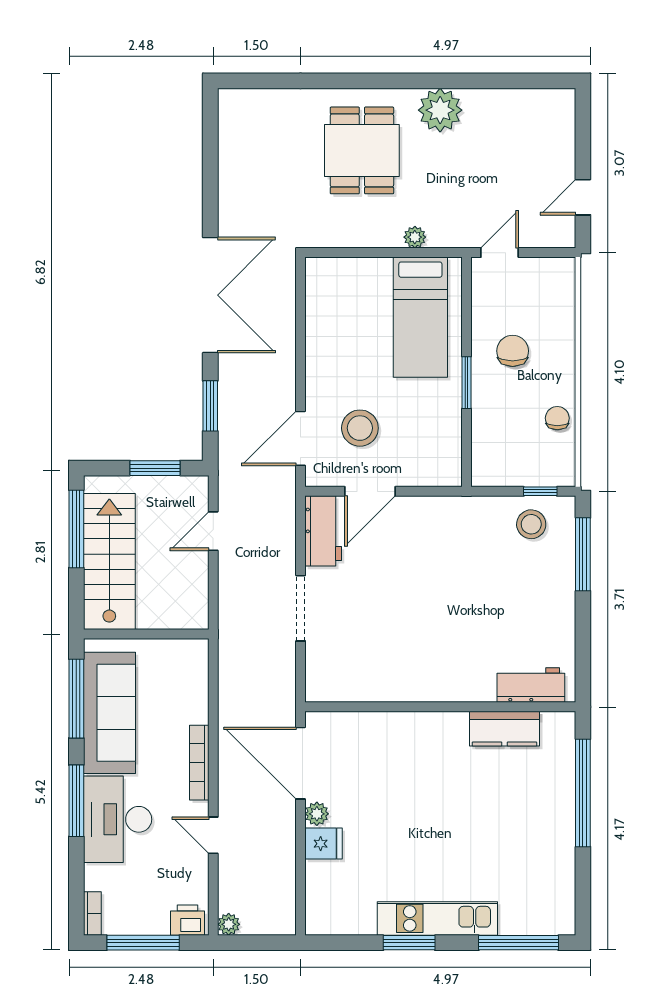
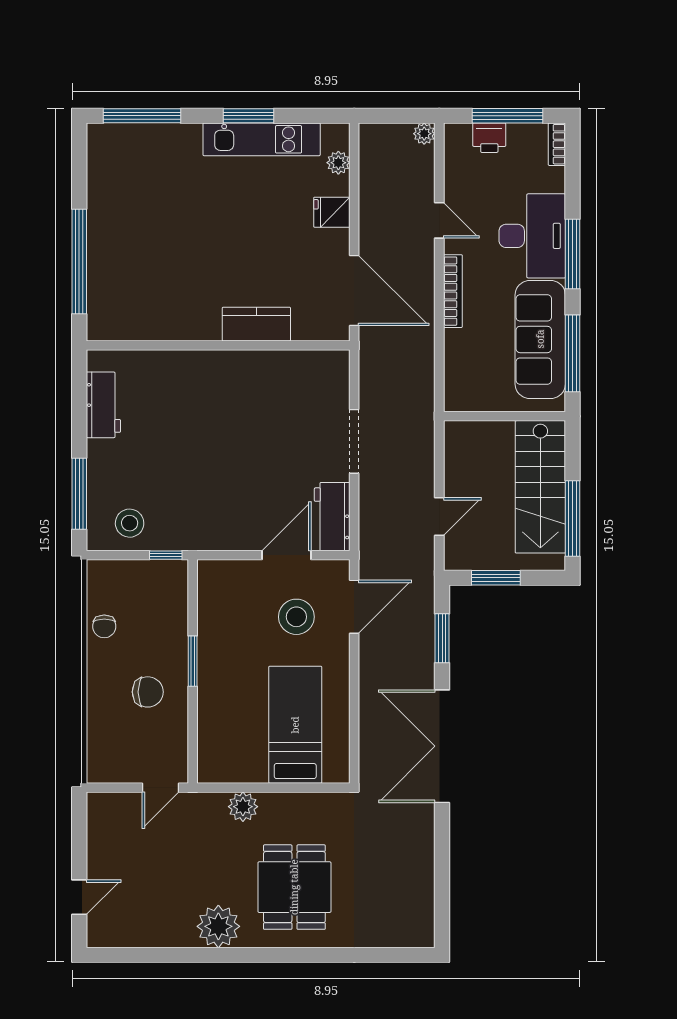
door: (583, 197) -> (79, 897), moved
plant: (415, 237) -> (243, 807), width x1.38, depth x1.38
bed: (420, 317) -> (295, 725), moved
chair: (513, 351) -> (148, 692), turned -90
window: (540, 491) -> (166, 555), moved
workbench: (531, 685) -> (103, 405), moved, turned -90
kitchen counter: (504, 729) -> (256, 324), moved
plant: (317, 814) -> (338, 163), moved
kitchen unit: (437, 918) -> (262, 139), moved
printer: (188, 920) -> (489, 138), moved

